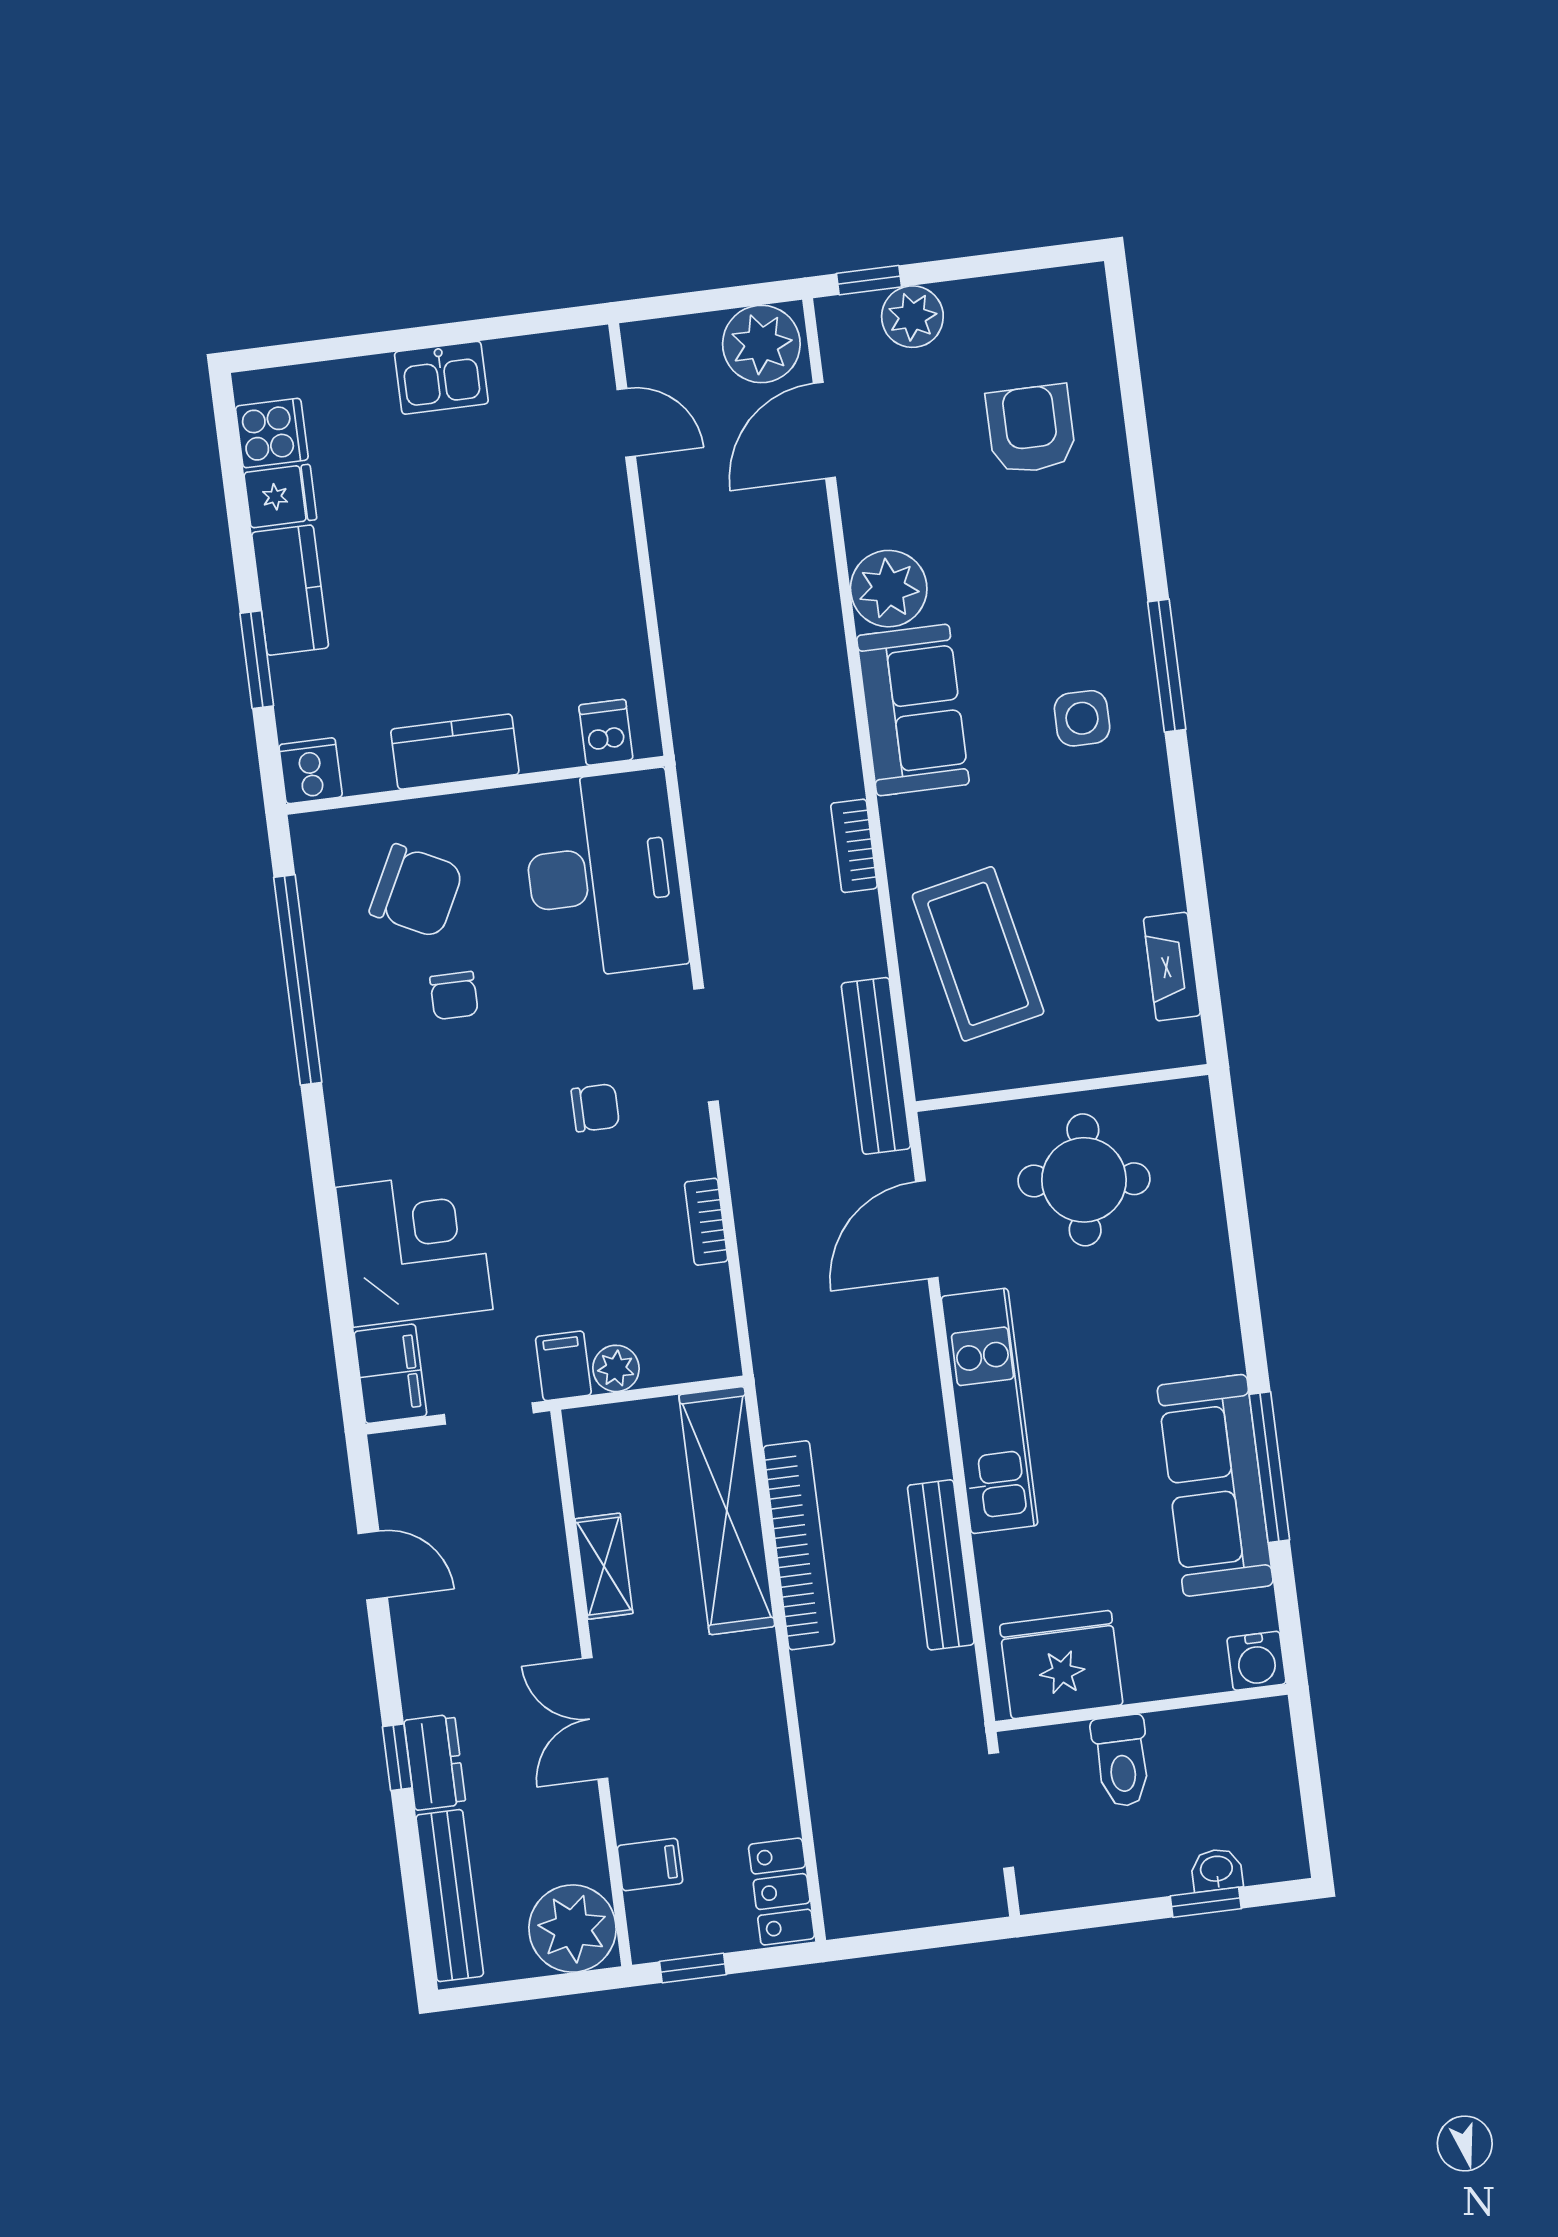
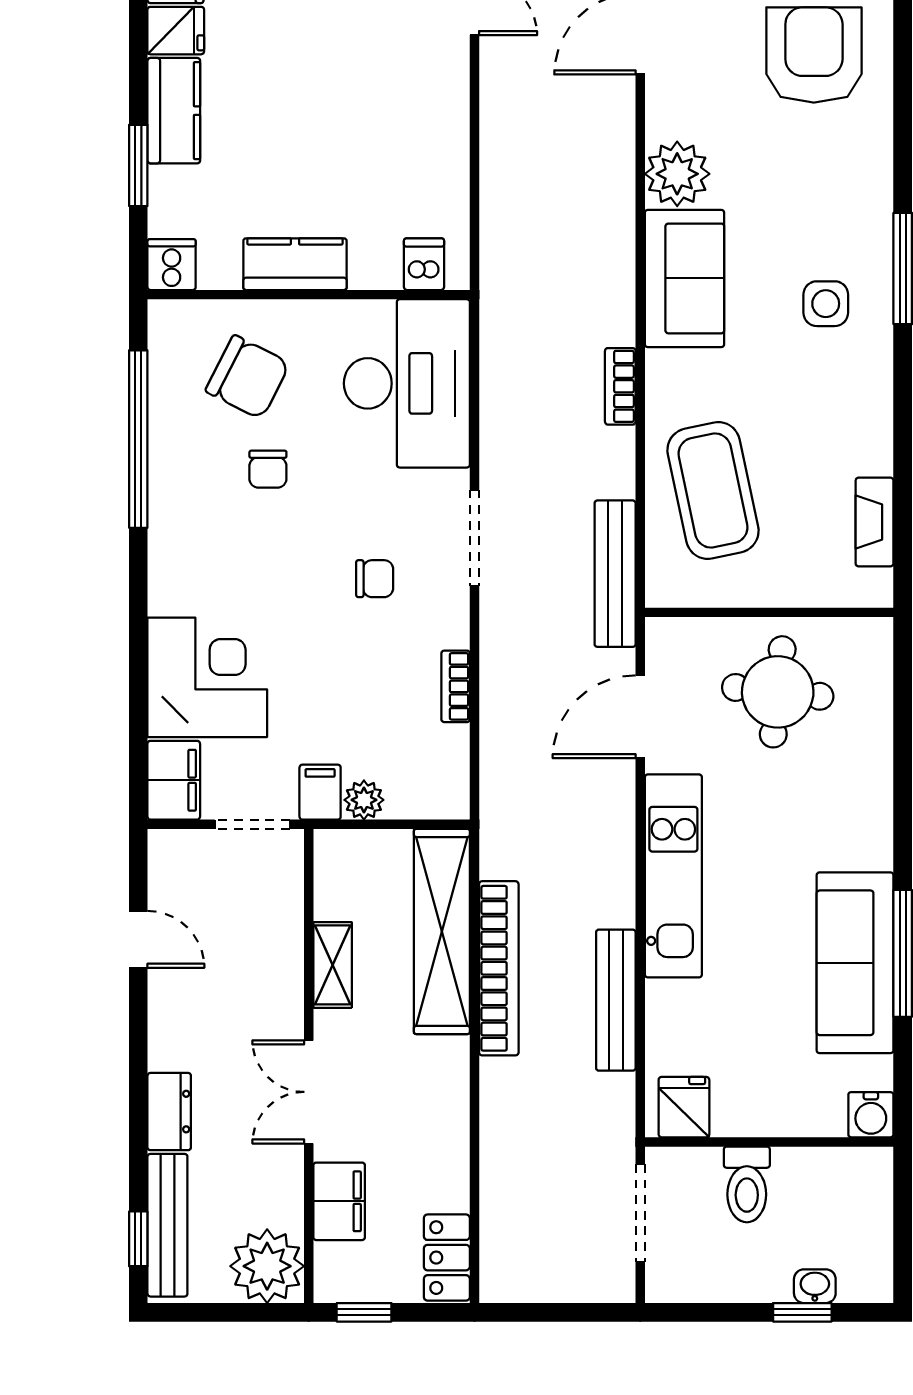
armchair: (1031, 429) -> (814, 55), width x1.36, depth x1.36
fridge: (1061, 1665) -> (684, 1107), width x0.53, depth x0.75
window: (397, 1757) -> (138, 1239), moved
filing cabinet: (650, 1865) -> (339, 1201), width x2.00

